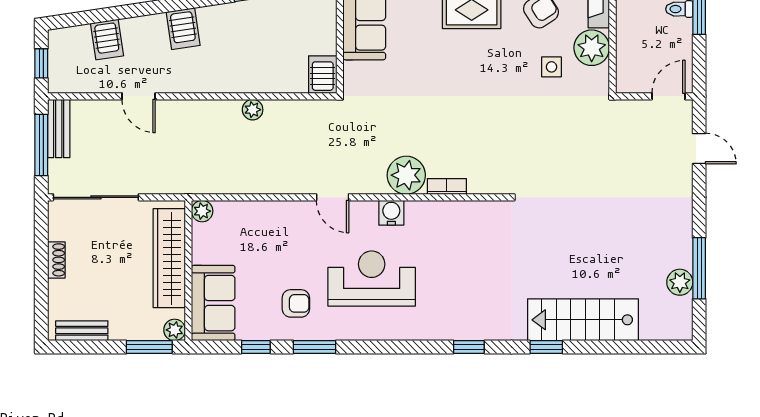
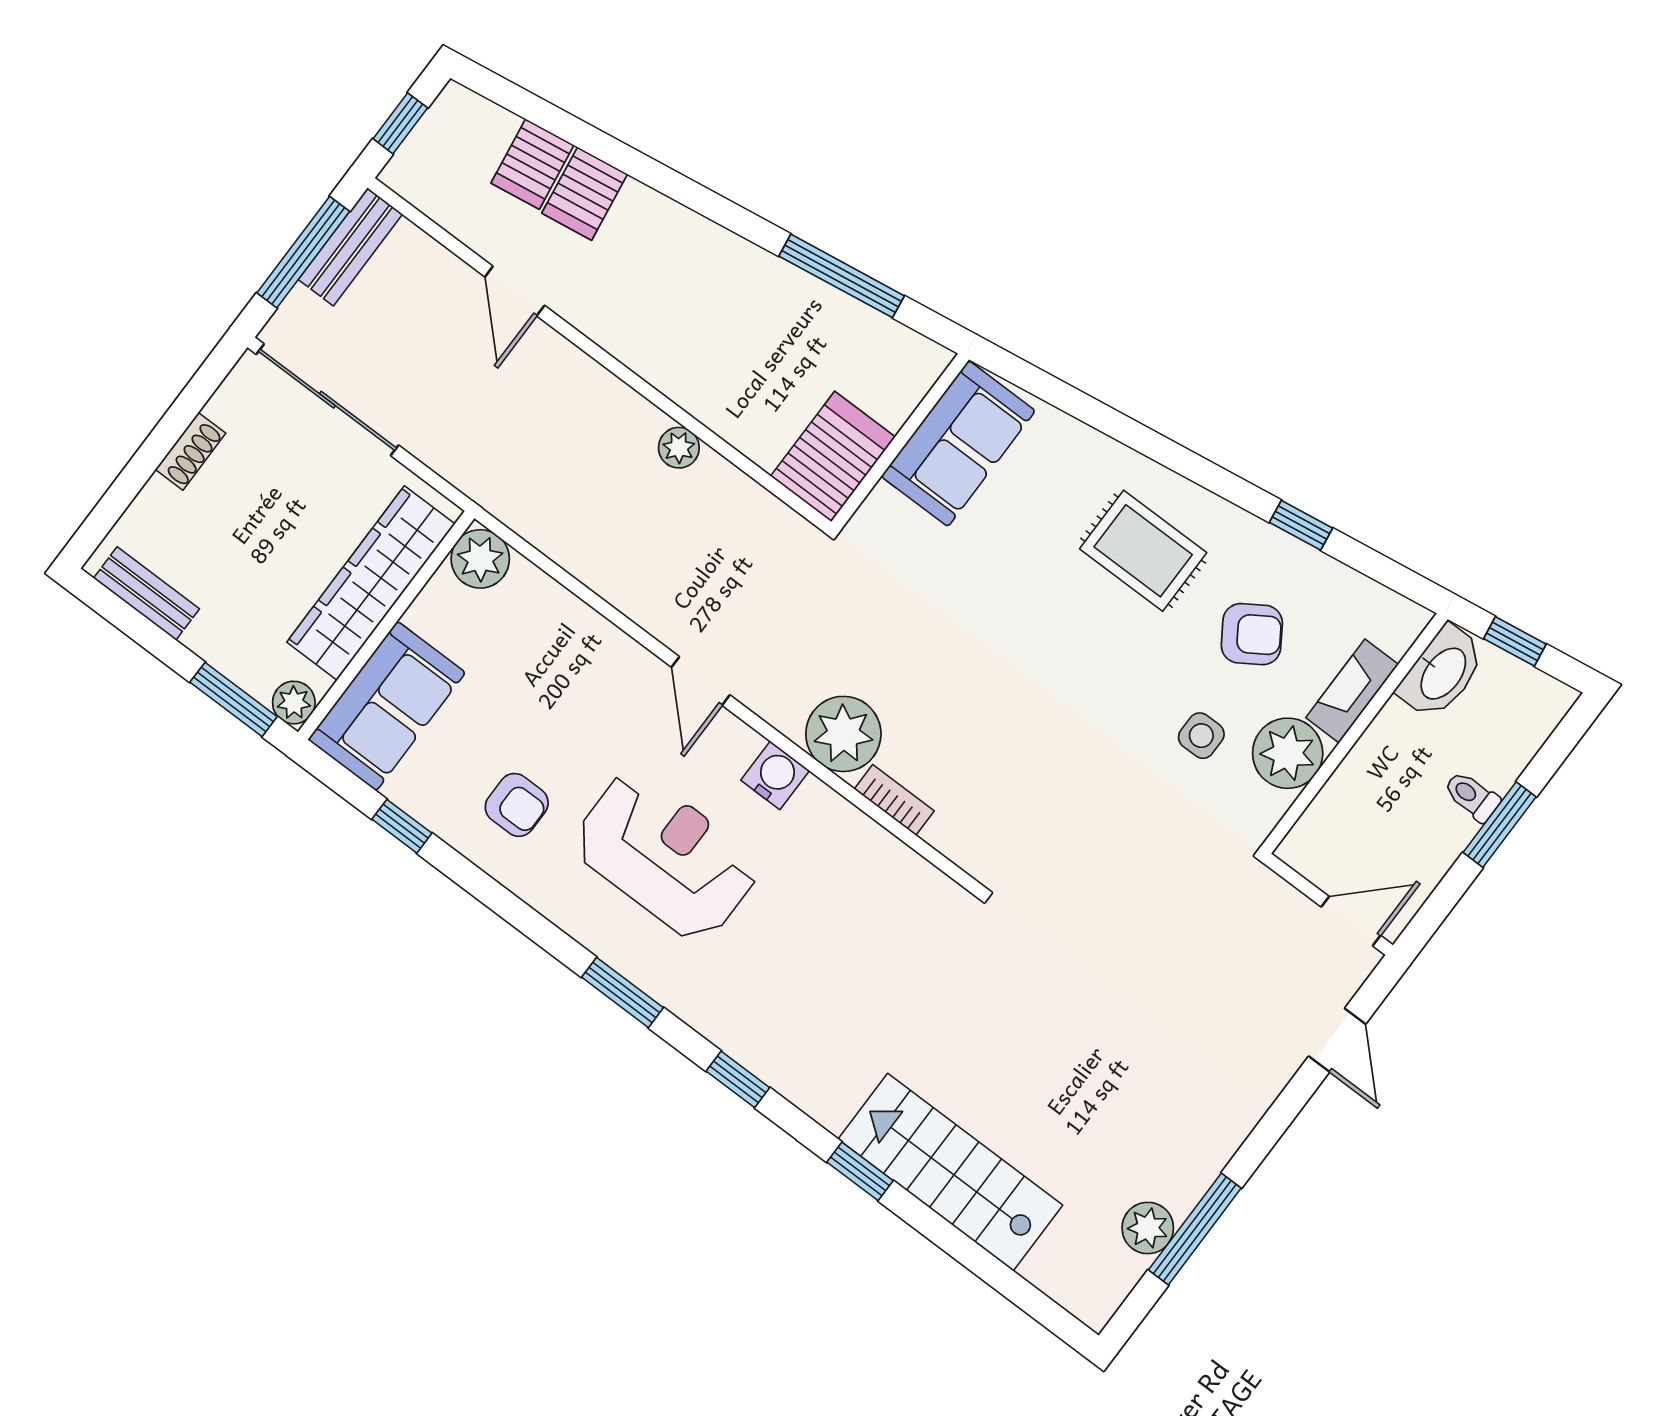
server rack: (183, 29) -> (585, 194), moved
server rack: (323, 75) -> (833, 457), width x1.36, depth x1.44
plant: (202, 211) -> (480, 559), width x1.38, depth x1.38
window: (315, 347) -> (622, 992), moved

